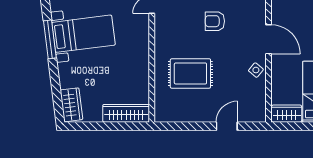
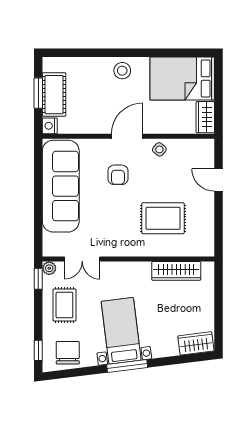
armchair: (215, 21) -> (118, 175), moved
rug: (190, 73) -> (163, 218), turned 90
wardrobe: (126, 113) -> (176, 271), moved, turned -90

